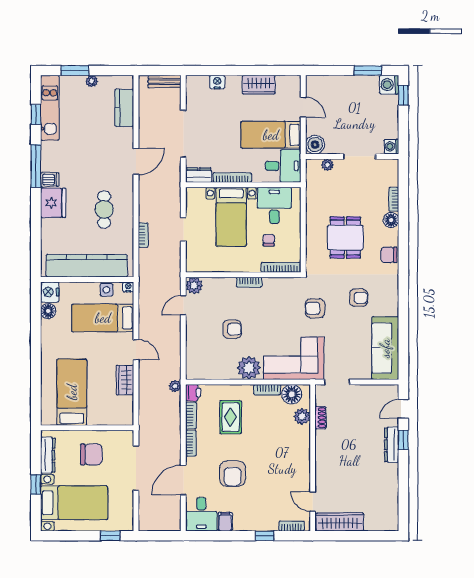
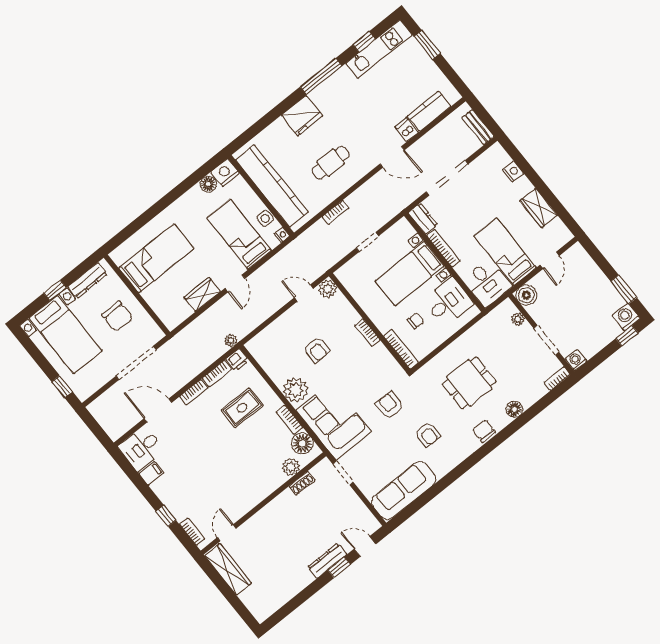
plant: (92, 81) -> (429, 66), removed
dishwasher: (50, 180) -> (407, 130), moved, turned 180
bookcase: (394, 199) -> (557, 379), moved
armchair: (233, 474) -> (196, 447), removed

